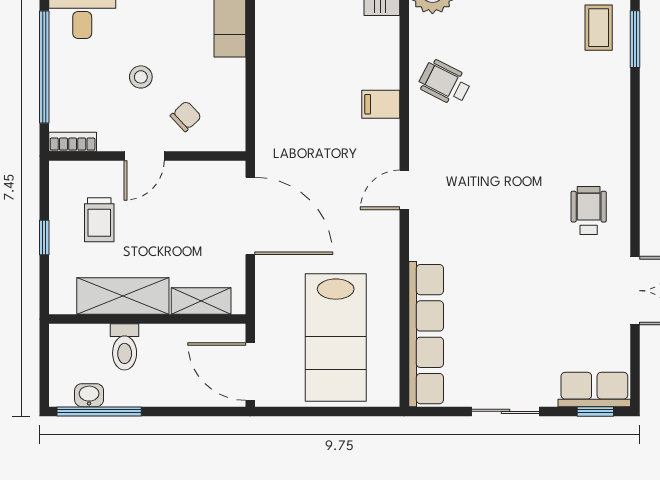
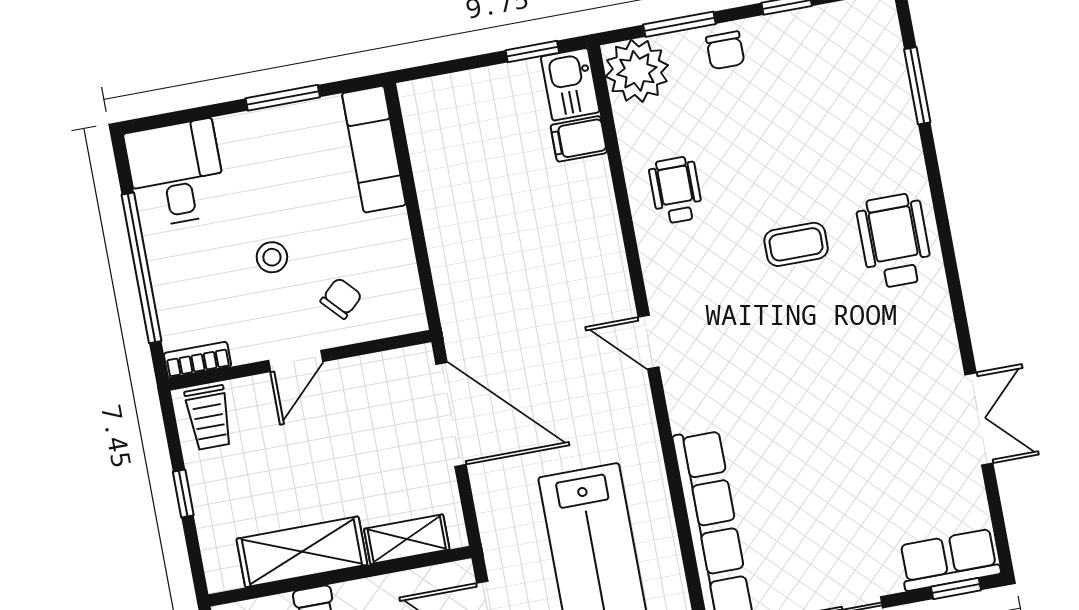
coffee table: (599, 28) -> (796, 244), moved, turned 90
wheelchair: (445, 83) -> (676, 190), turned 63
filing cabinet: (381, 104) -> (579, 139), moved
door: (404, 190) -> (648, 342), hinge flipped
wheelchair: (589, 211) -> (894, 241), moved, width x1.36, depth x1.37
trolley: (99, 220) -> (209, 418), moved

